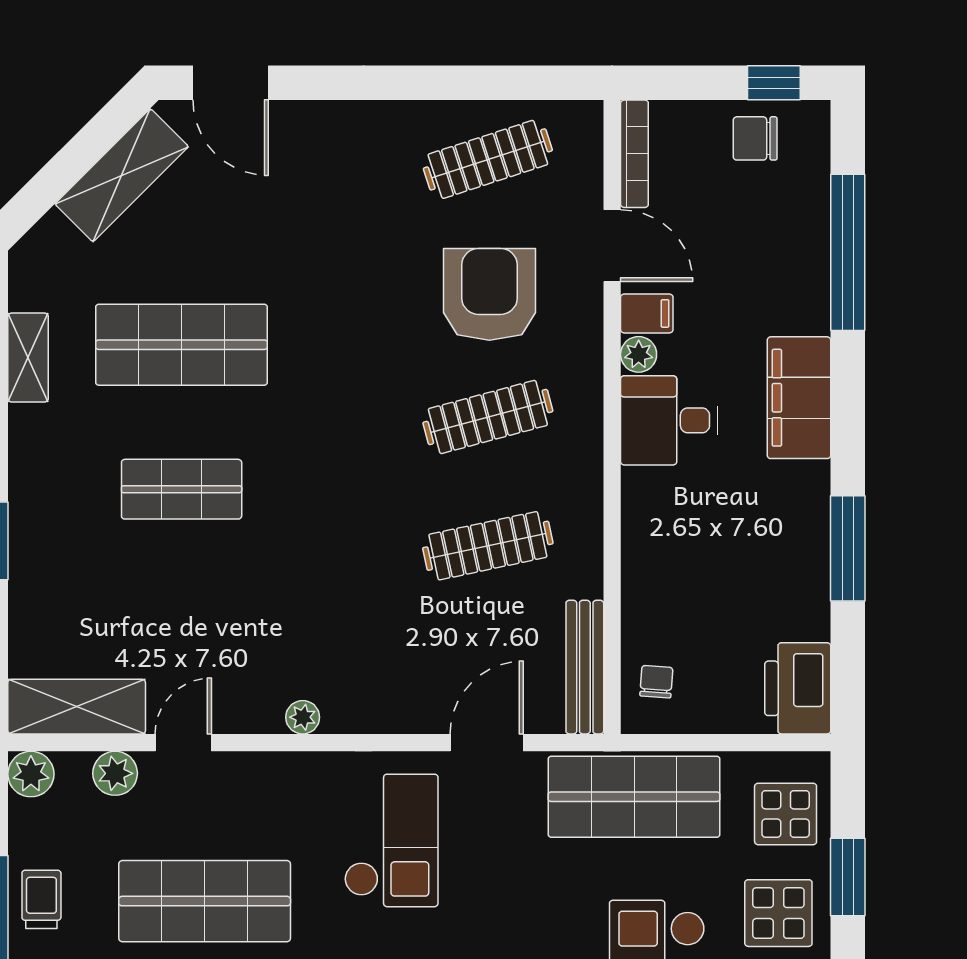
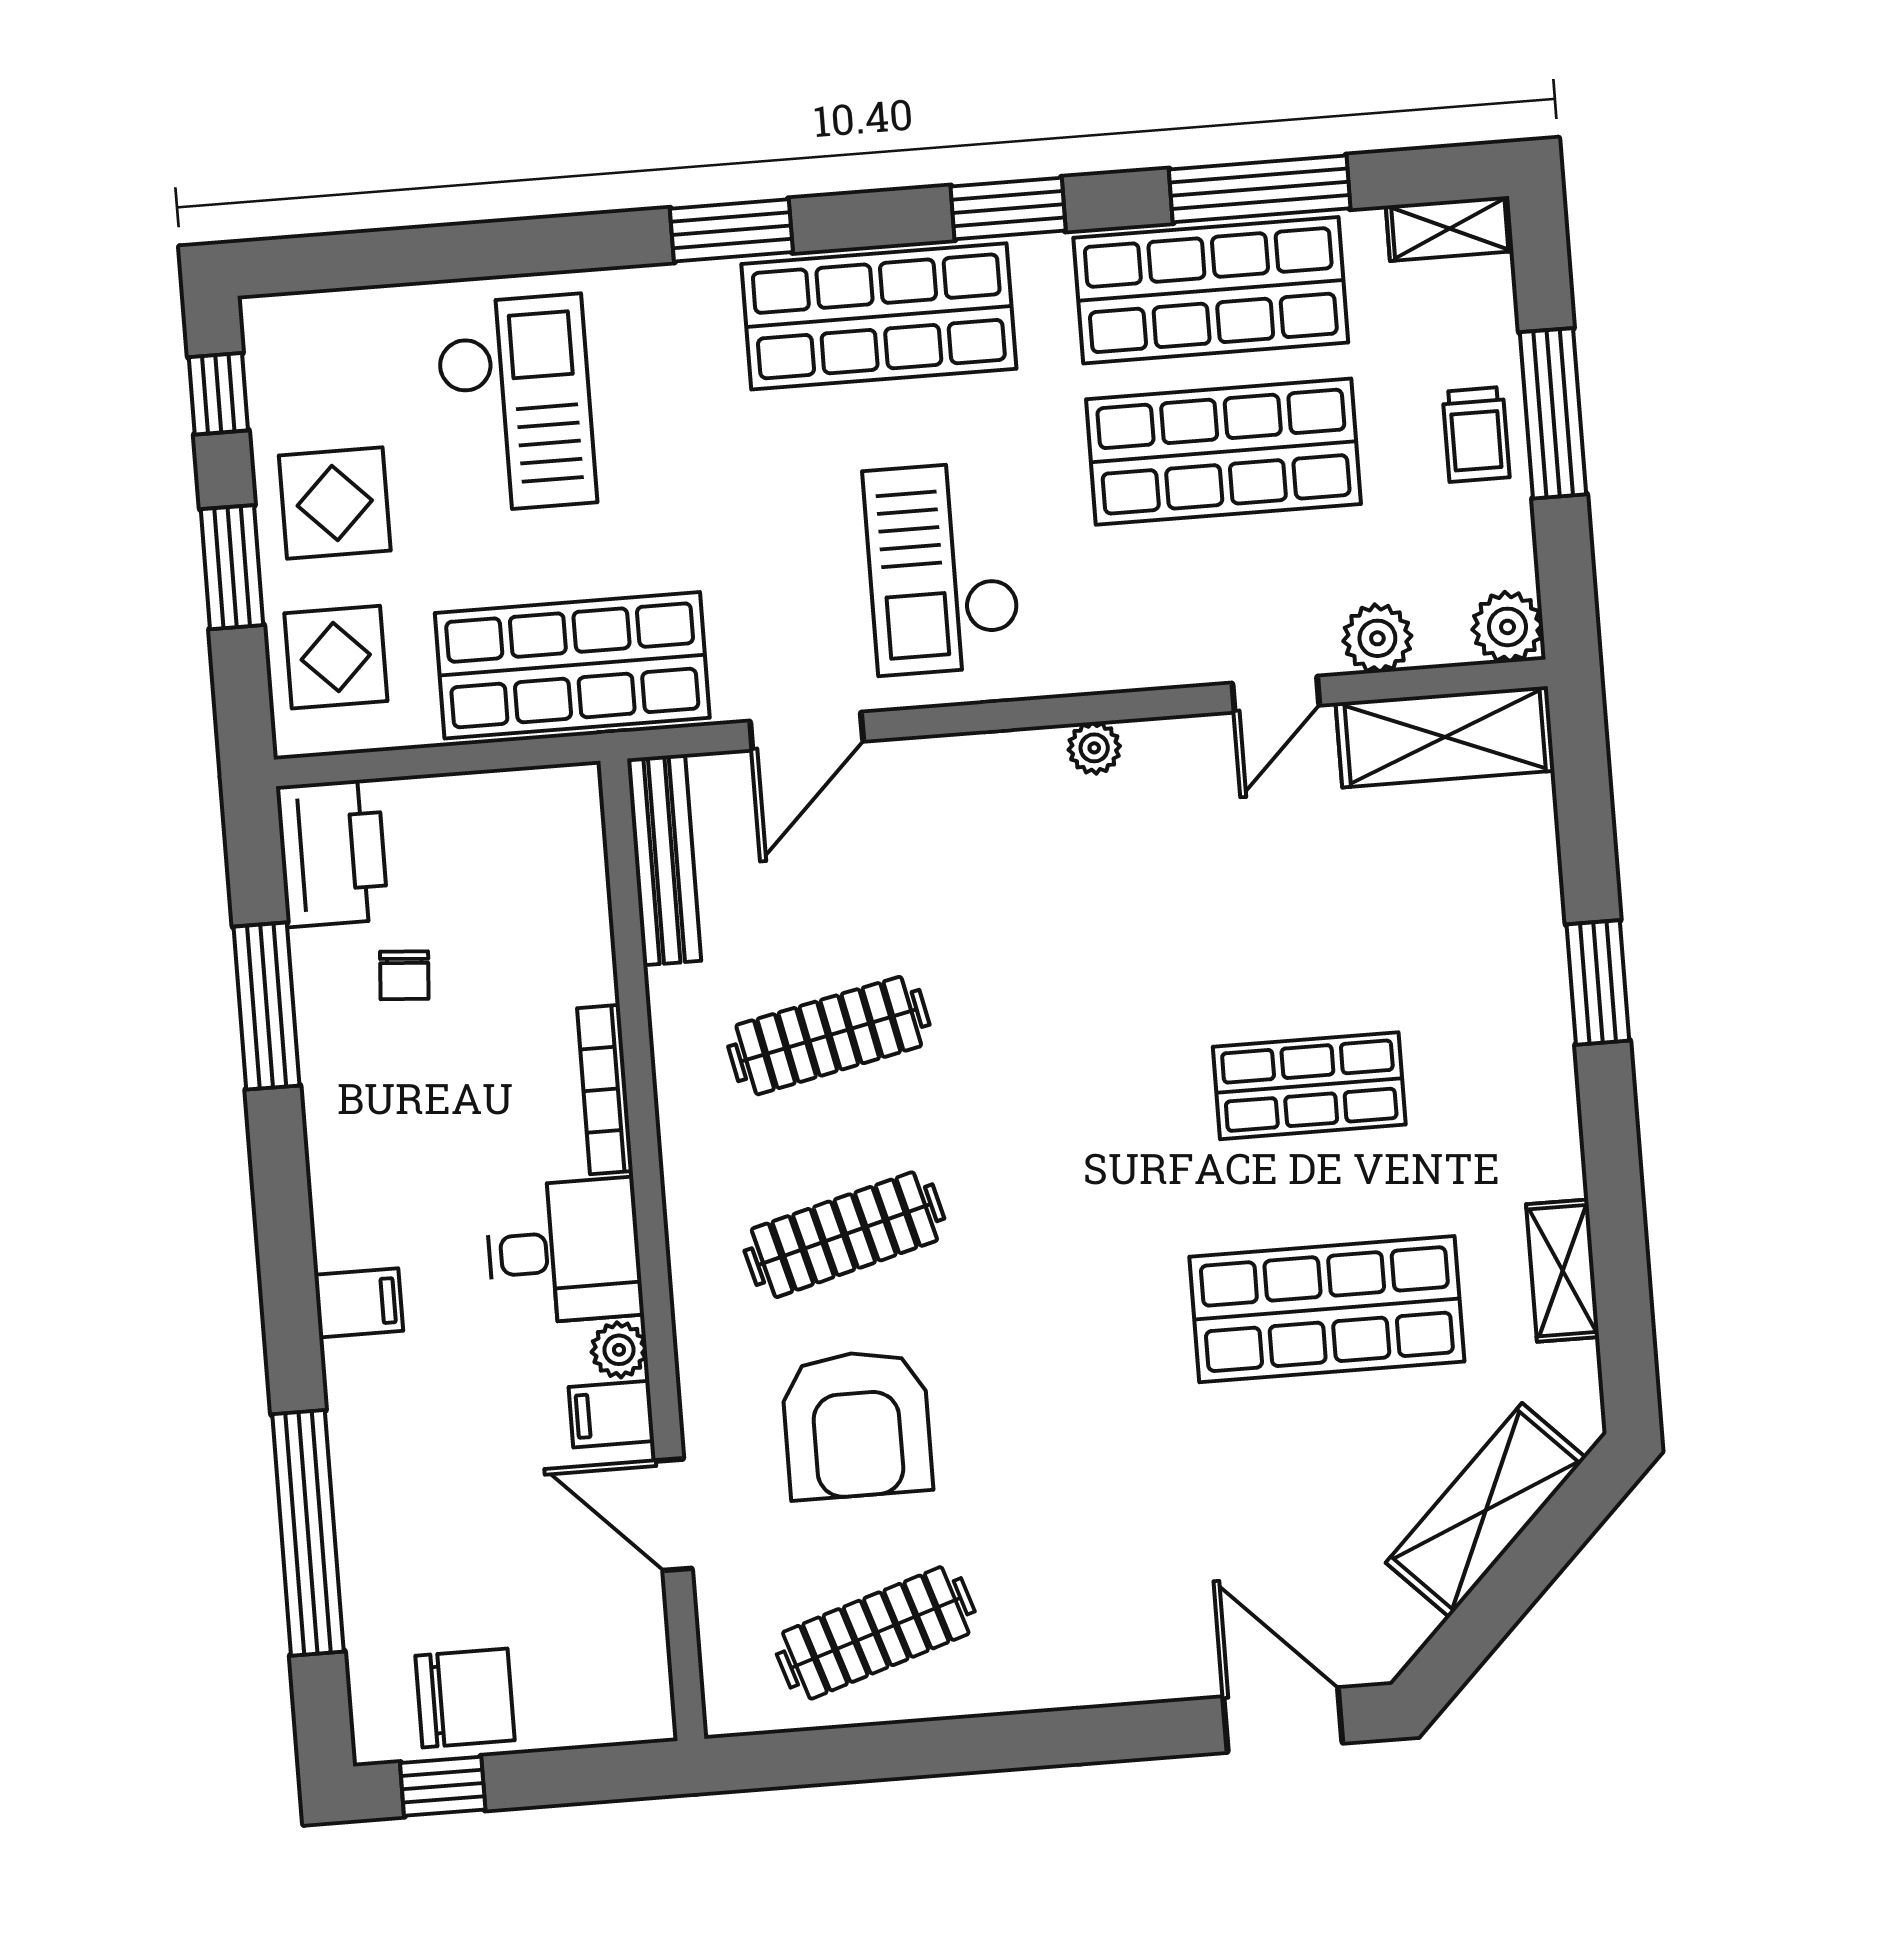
chair: (755, 138) -> (465, 1698), width x1.37, depth x1.37
bookcase: (634, 154) -> (605, 1090), moved
shelving: (122, 175) -> (1486, 1510), moved
filing cabinet: (799, 398) -> (359, 1303), width x0.33, depth x0.86
window: (848, 548) -> (267, 1006), moved
chair: (656, 682) -> (404, 975), moved

